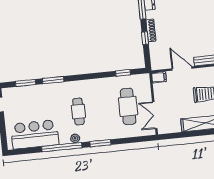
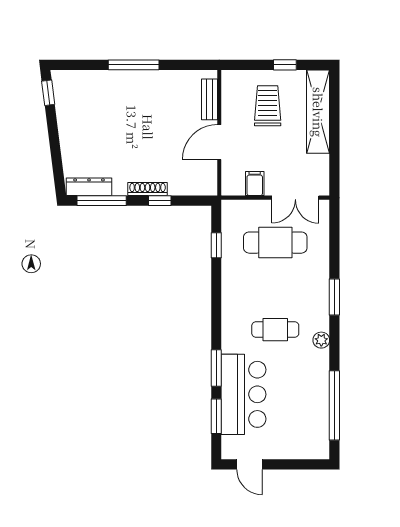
filing cabinet: (159, 77) -> (255, 184), moved
bar counter: (35, 134) -> (244, 394), moved, turned 180
window: (62, 147) -> (334, 405), moved

